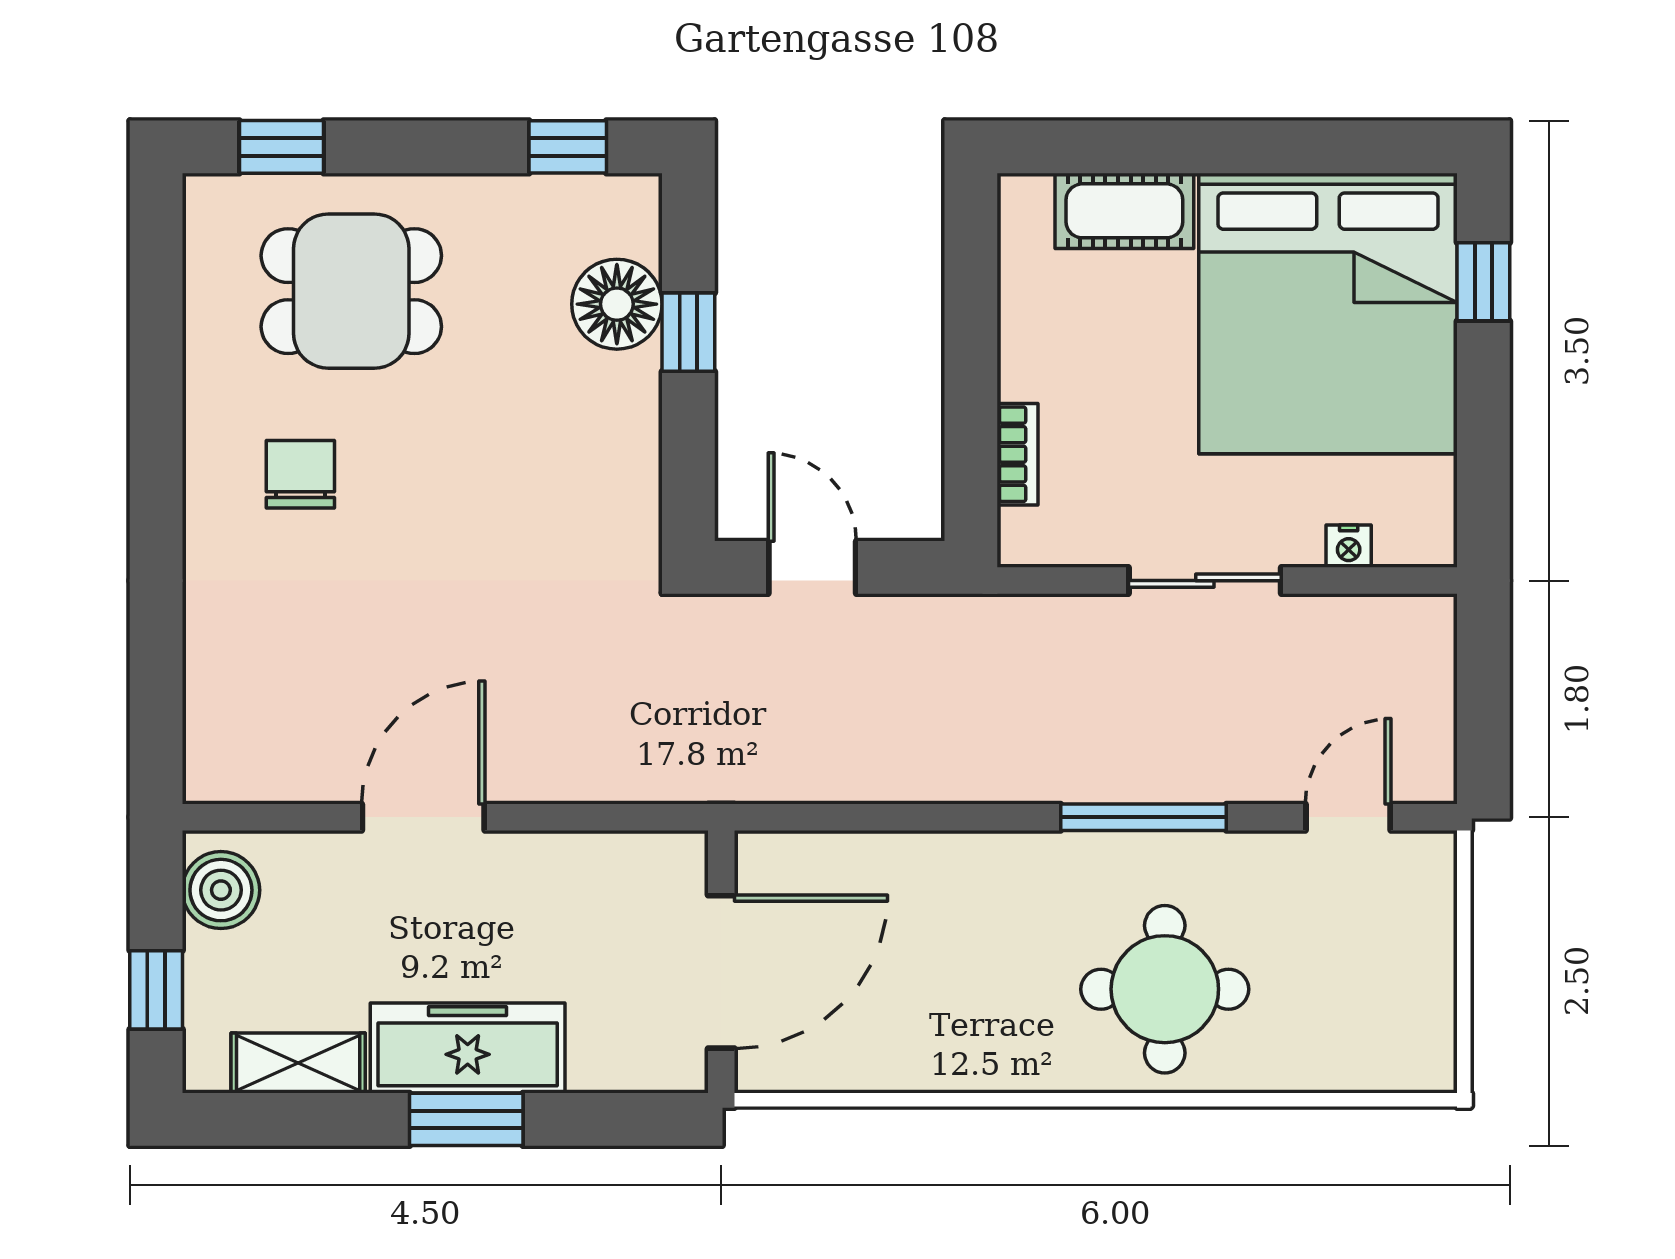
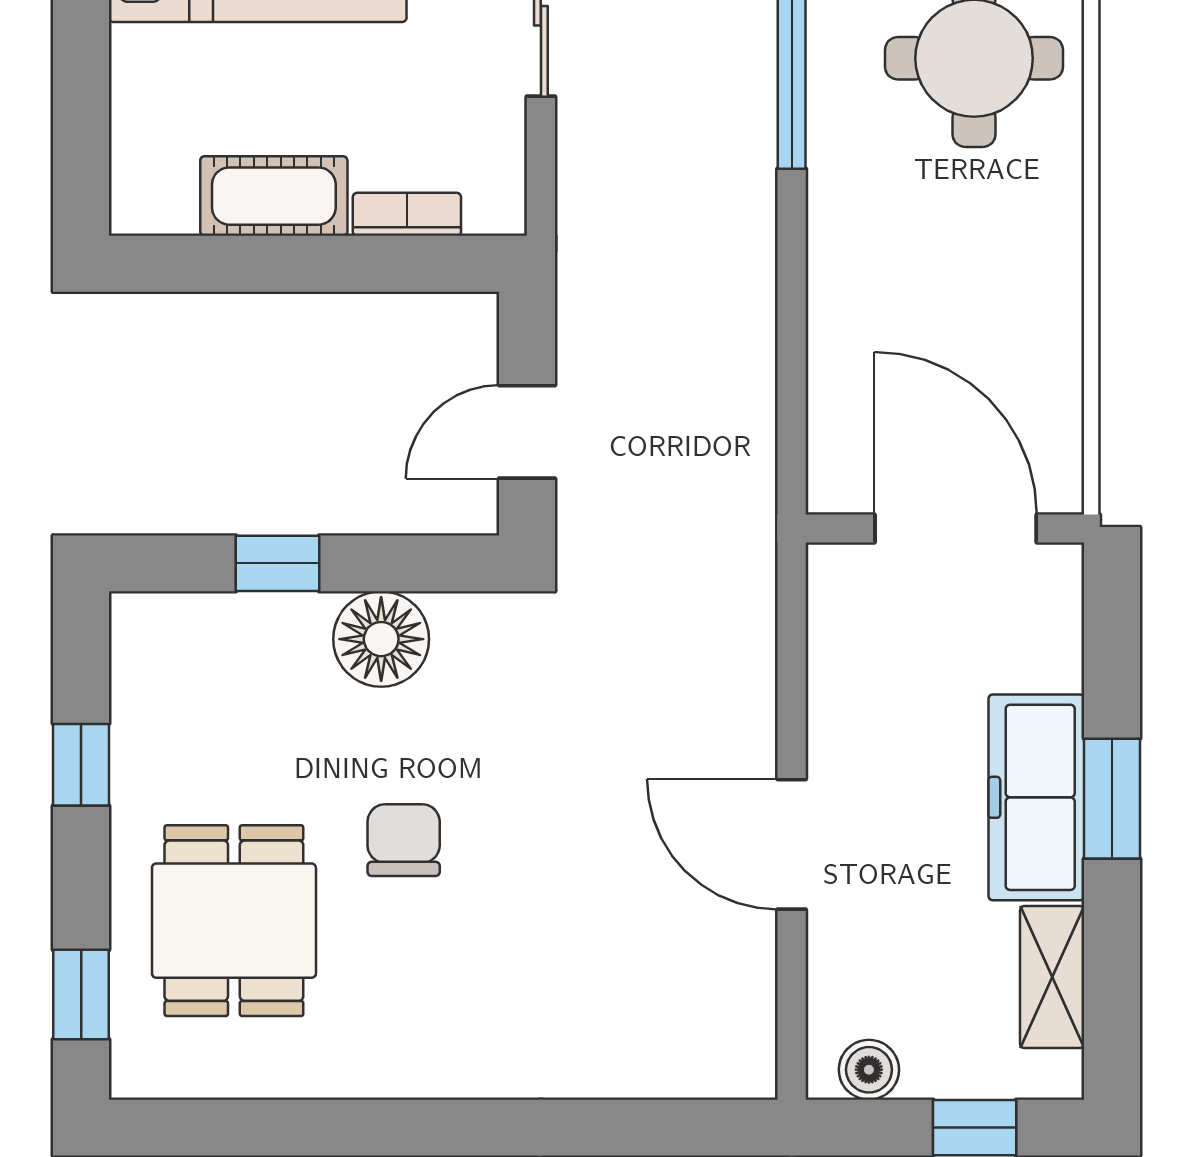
window: (568, 147) -> (81, 765), moved
cot: (1124, 211) -> (274, 196), moved, turned 90
floor lamp: (617, 304) -> (381, 639), moved
chair: (300, 474) -> (404, 840), moved, turned 90
boiler: (221, 890) -> (869, 1070), width x0.73, depth x0.73

